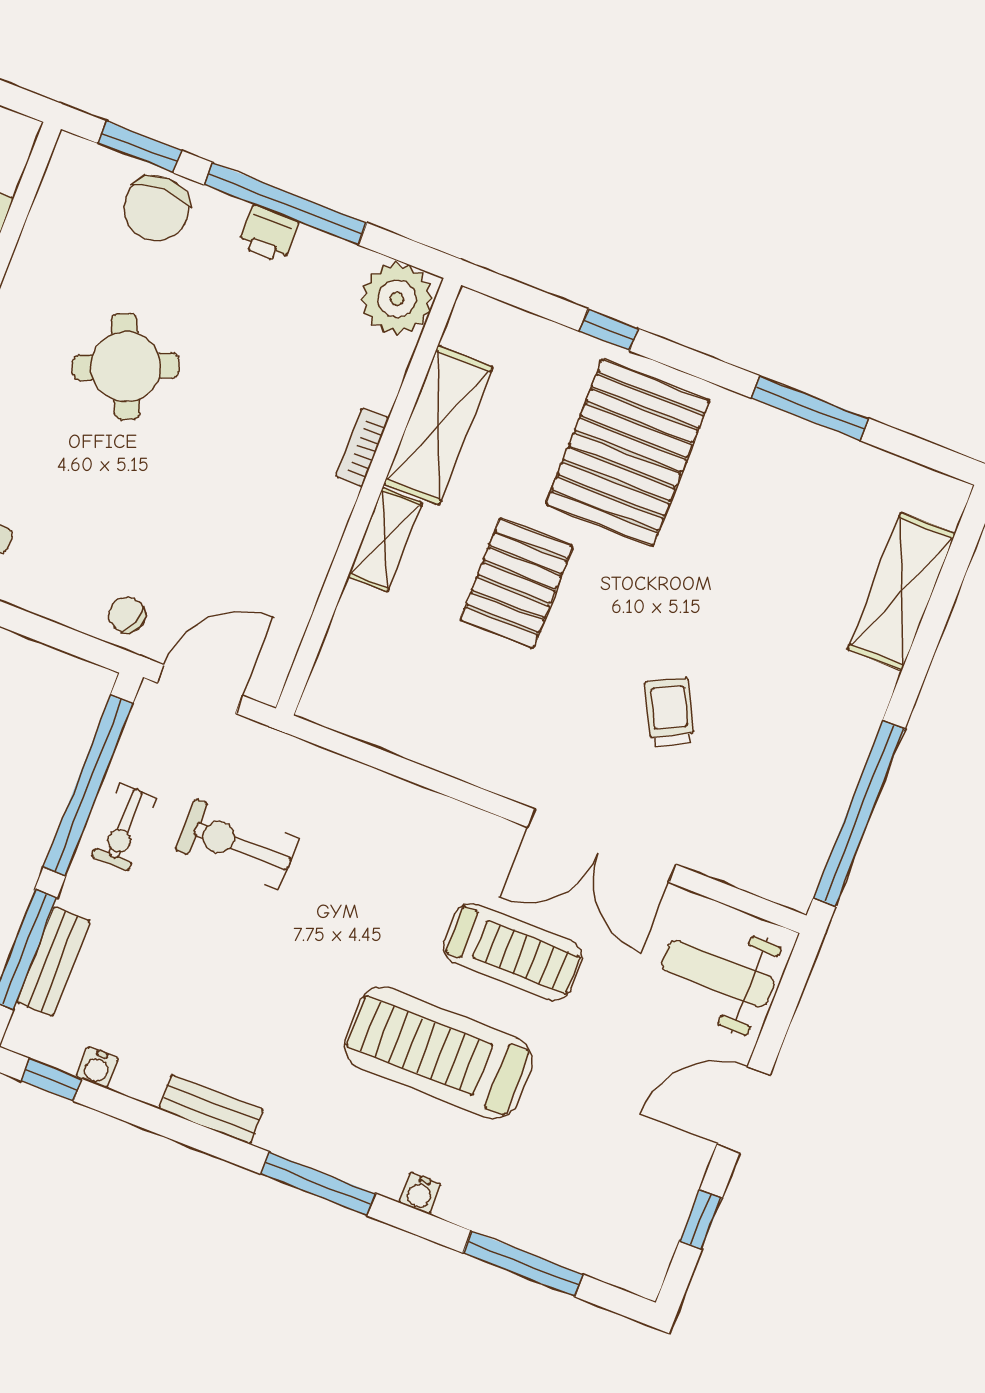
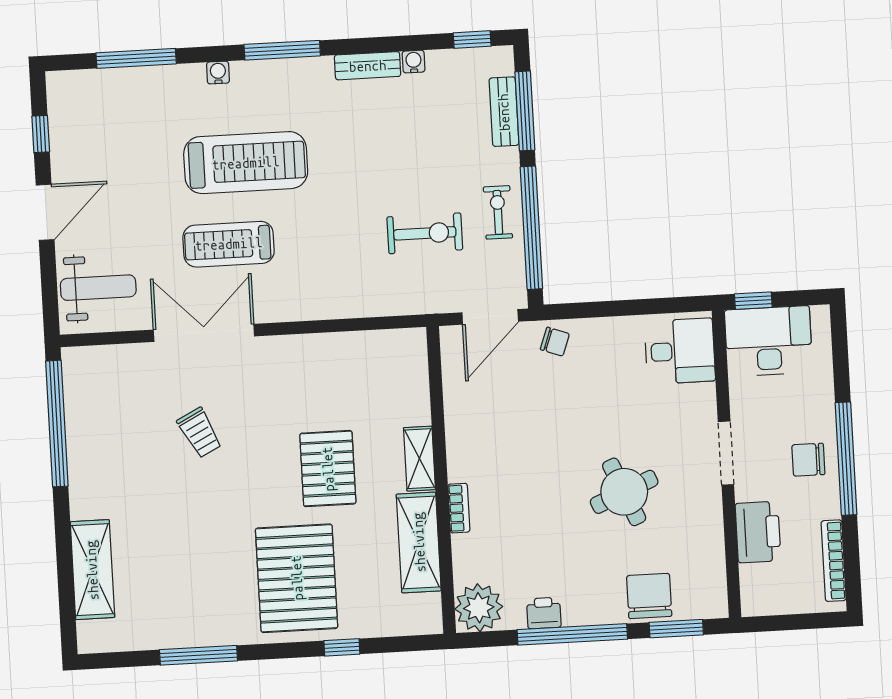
printer: (268, 234) -> (544, 613), moved
water cooler: (97, 1067) -> (414, 62), moved

